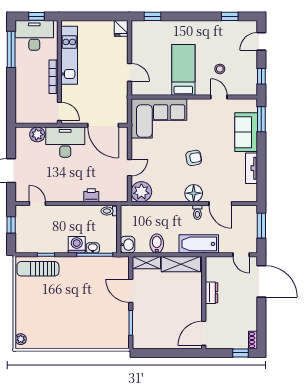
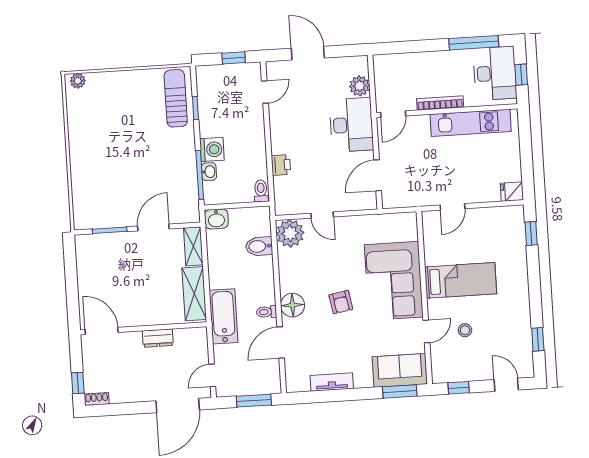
corner sofa: (159, 118) -> (394, 281), moved
door: (103, 125) -> (378, 175), width x0.73
sofa: (246, 132) -> (400, 370), moved
bidet: (157, 244) -> (259, 246), moved, turned 180

